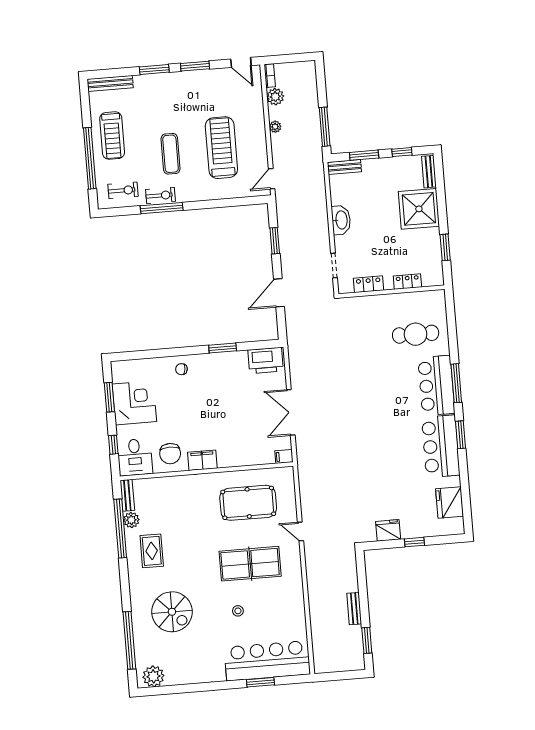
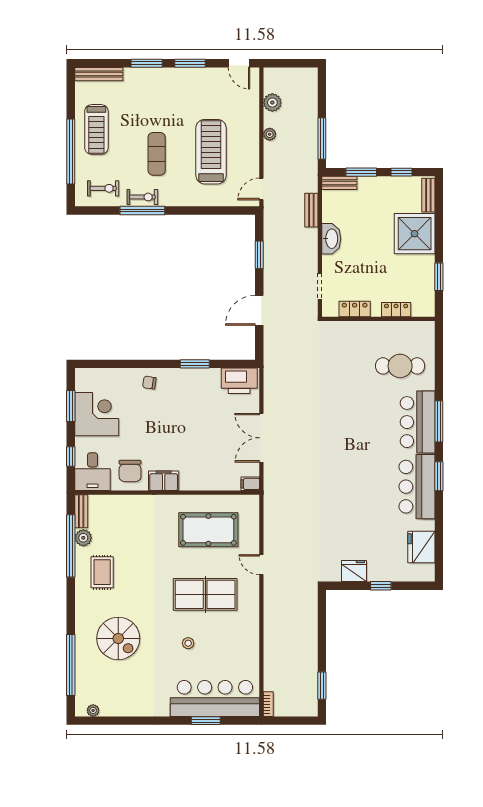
bookcase: (270, 76) -> (268, 704), moved
bench: (354, 609) -> (311, 210), moved
plant: (153, 676) -> (93, 710), width x0.53, depth x0.53

